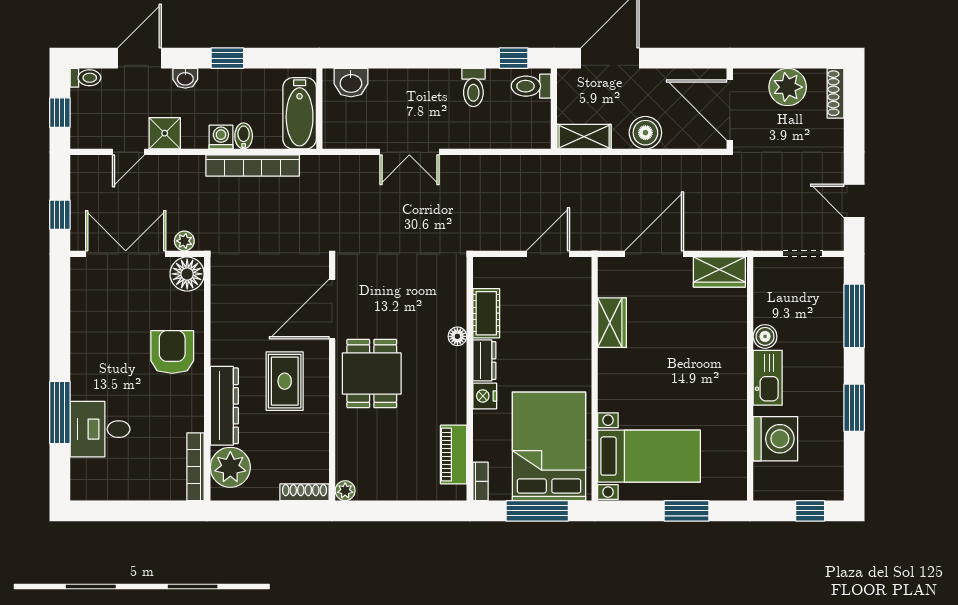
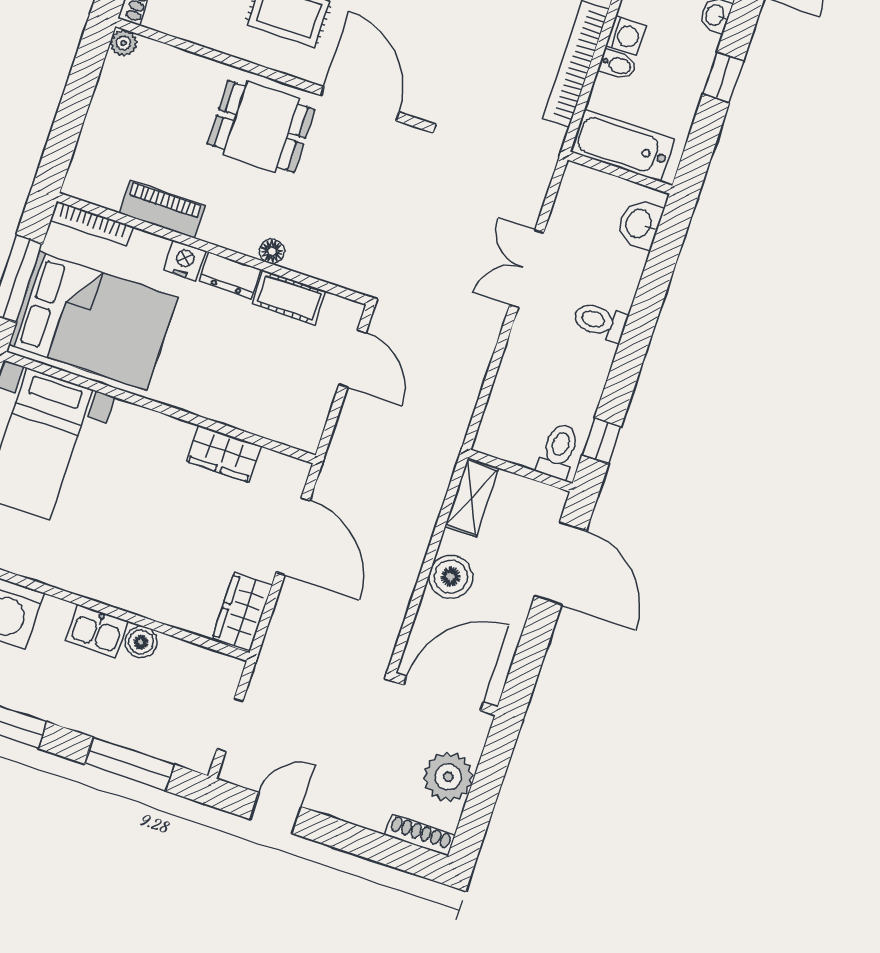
toilet: (473, 87) -> (600, 321), moved
door: (548, 254) -> (352, 359), moved
kitchen sink: (768, 378) -> (97, 631), width x0.73
piano: (454, 455) -> (162, 209), moved
bookcase: (481, 481) -> (92, 224), width x1.56

